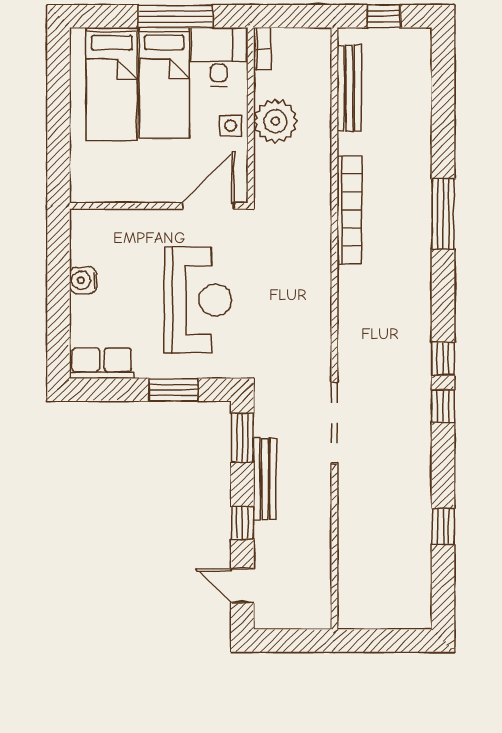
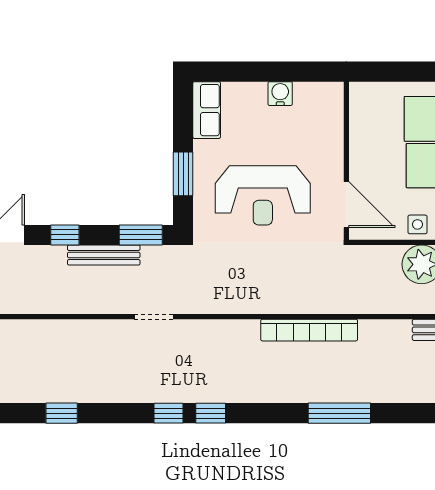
bookcase: (349, 210) -> (309, 330), moved
doorway: (334, 423) -> (154, 317), width x0.53

